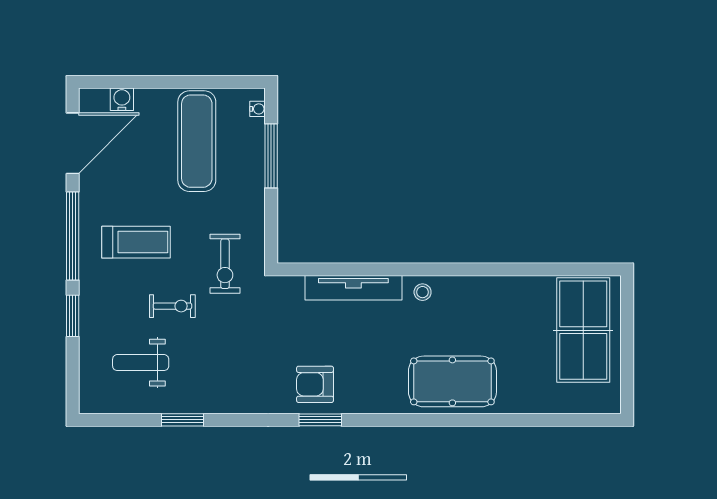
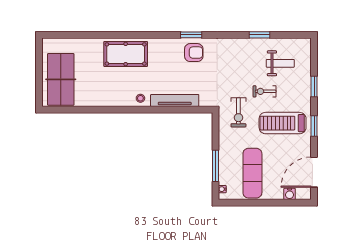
window: (73, 236) -> (314, 126), width x0.47
treadmill: (136, 242) -> (283, 123), width x1.37, depth x1.38
exercise bike: (225, 264) -> (238, 112), turned 180

